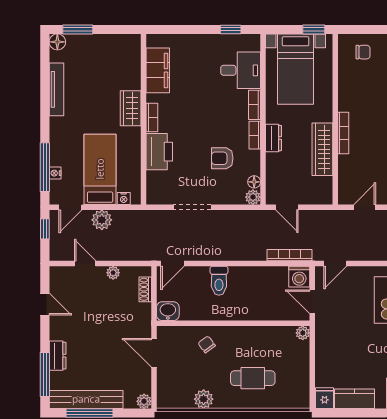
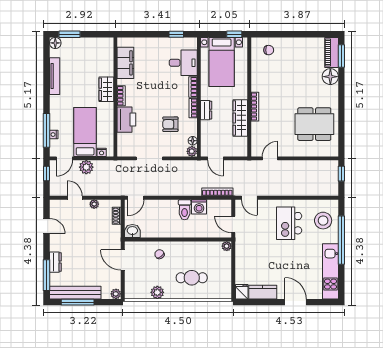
door: (335, 263) -> (249, 198), hinge flipped
washing machine: (299, 277) -> (199, 207), moved
toilet: (219, 281) -> (185, 210), moved

